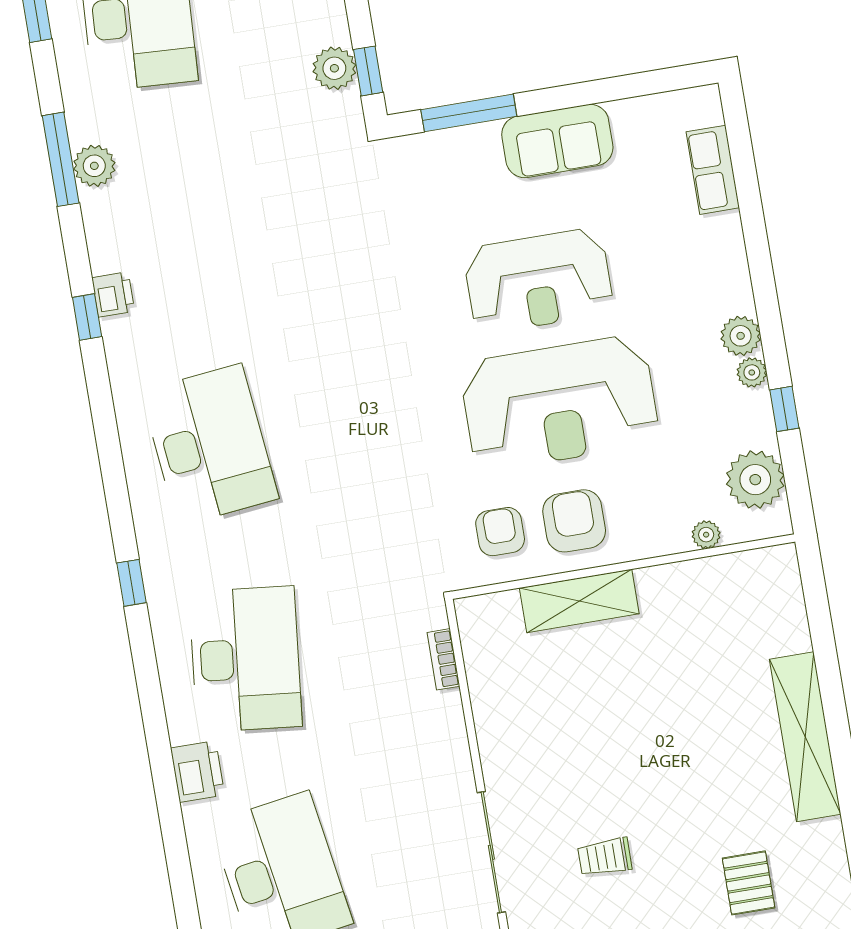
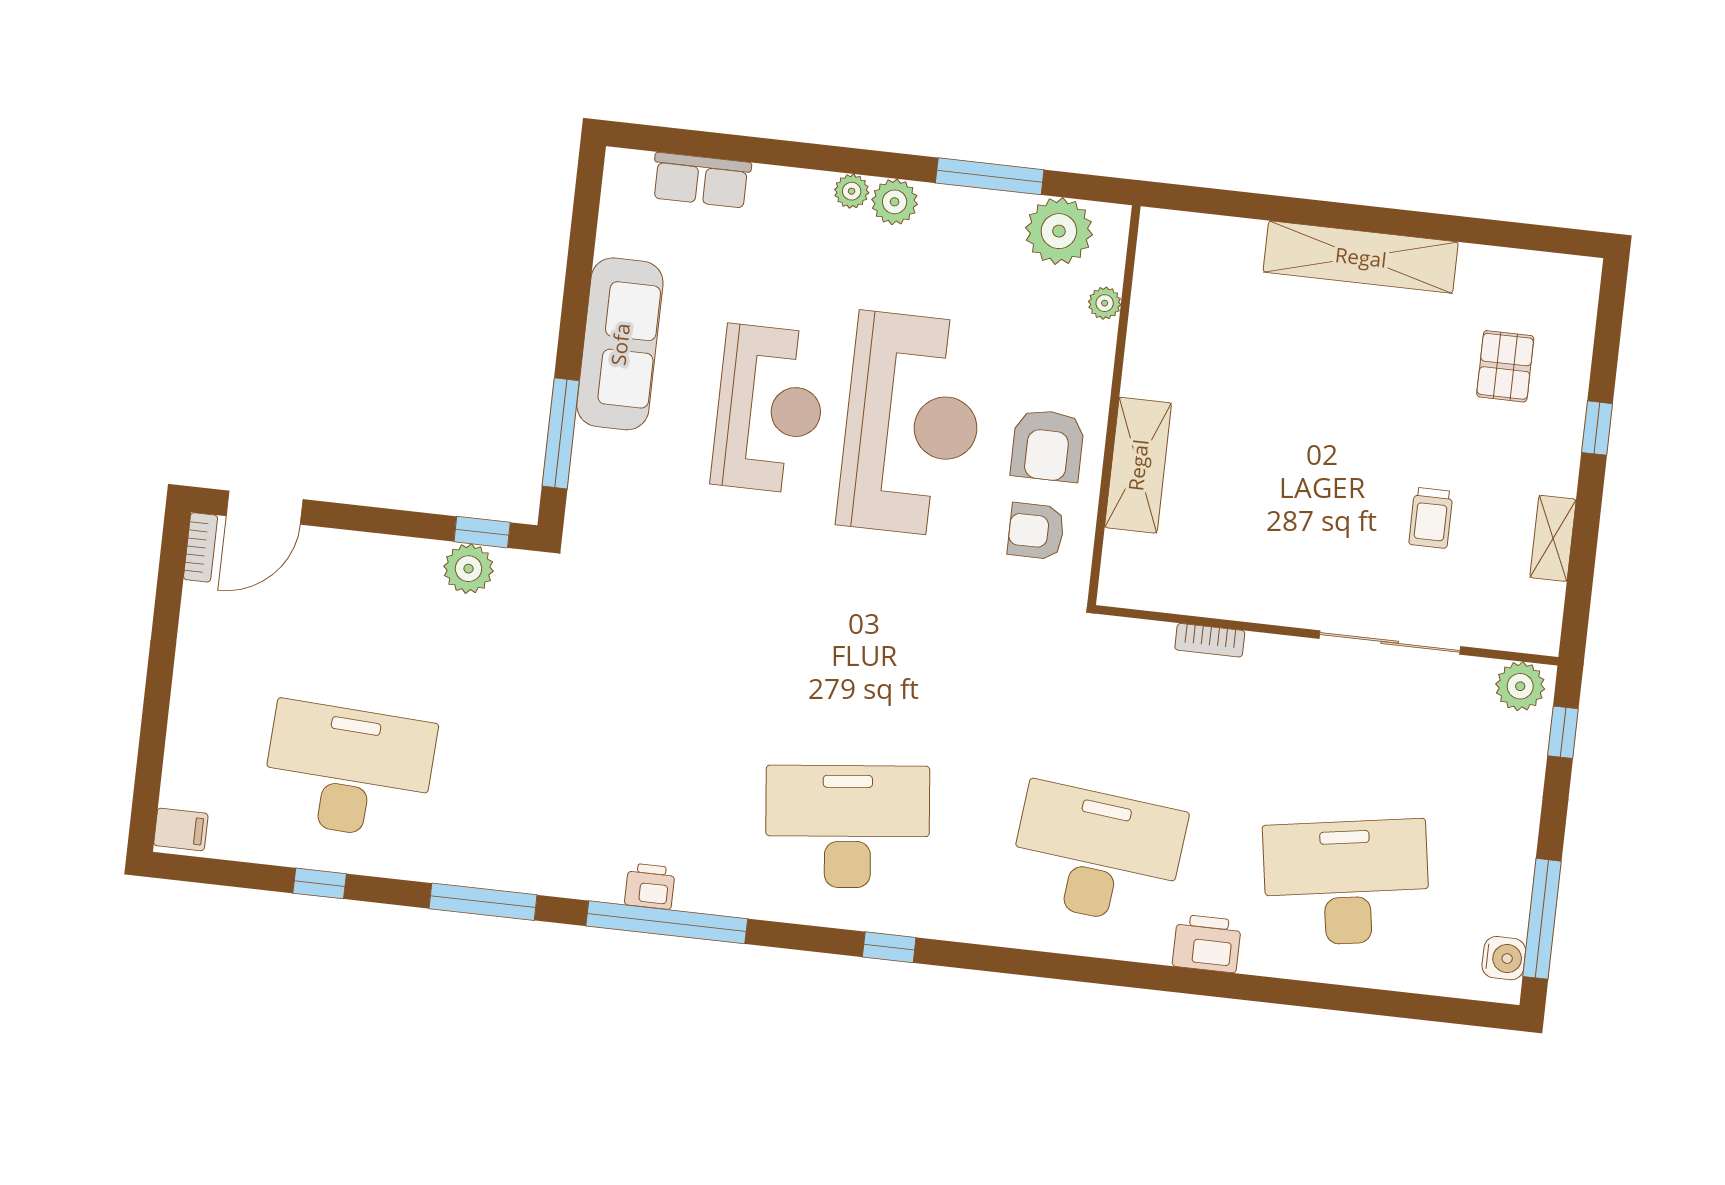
sofa: (557, 141) -> (620, 344), width x1.36
plant: (94, 166) -> (501, 866), removed
window: (87, 317) -> (667, 922), width x3.17
plant: (752, 372) -> (852, 191), moved
window: (784, 409) -> (990, 176), width x2.17
armchair: (574, 521) -> (1048, 445), turned -90
window: (132, 583) -> (889, 947), moved
bookcase: (443, 659) -> (1210, 640), moved
pallet: (749, 883) -> (1505, 366), turned 90

